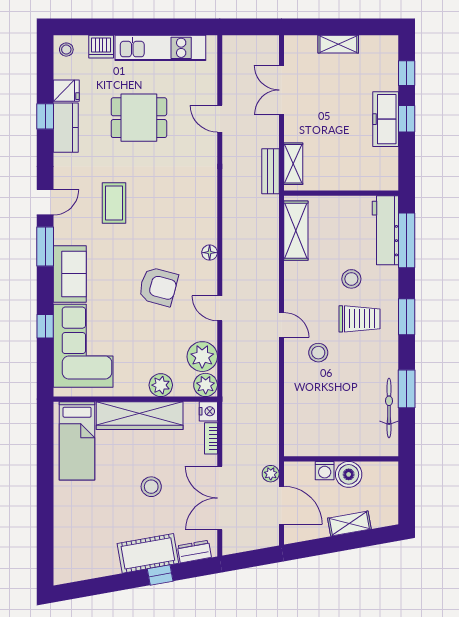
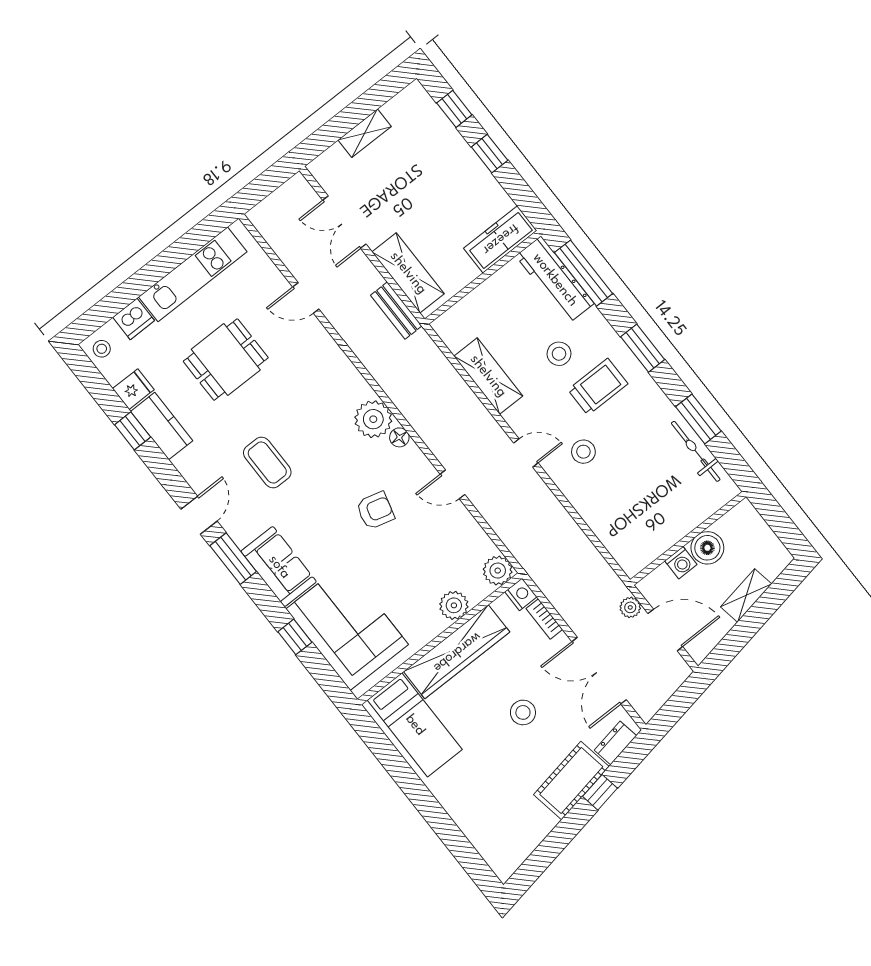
freezer: (386, 119) -> (500, 239), moved, turned 90
shelving: (293, 164) -> (408, 273), width x1.50, depth x1.33
shelving: (296, 231) -> (488, 376), moved
armchair: (158, 287) -> (375, 511), width x0.72, depth x0.72
plant: (202, 357) -> (373, 419), moved

